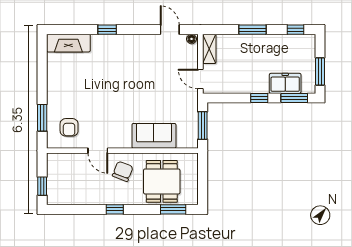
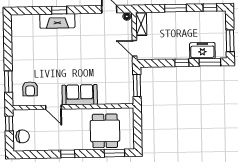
fireplace: (68, 43) -> (57, 21), moved
sofa: (154, 136) -> (80, 95), moved
chair: (123, 171) -> (23, 136), moved, turned 69
window: (42, 186) -> (9, 123), moved

